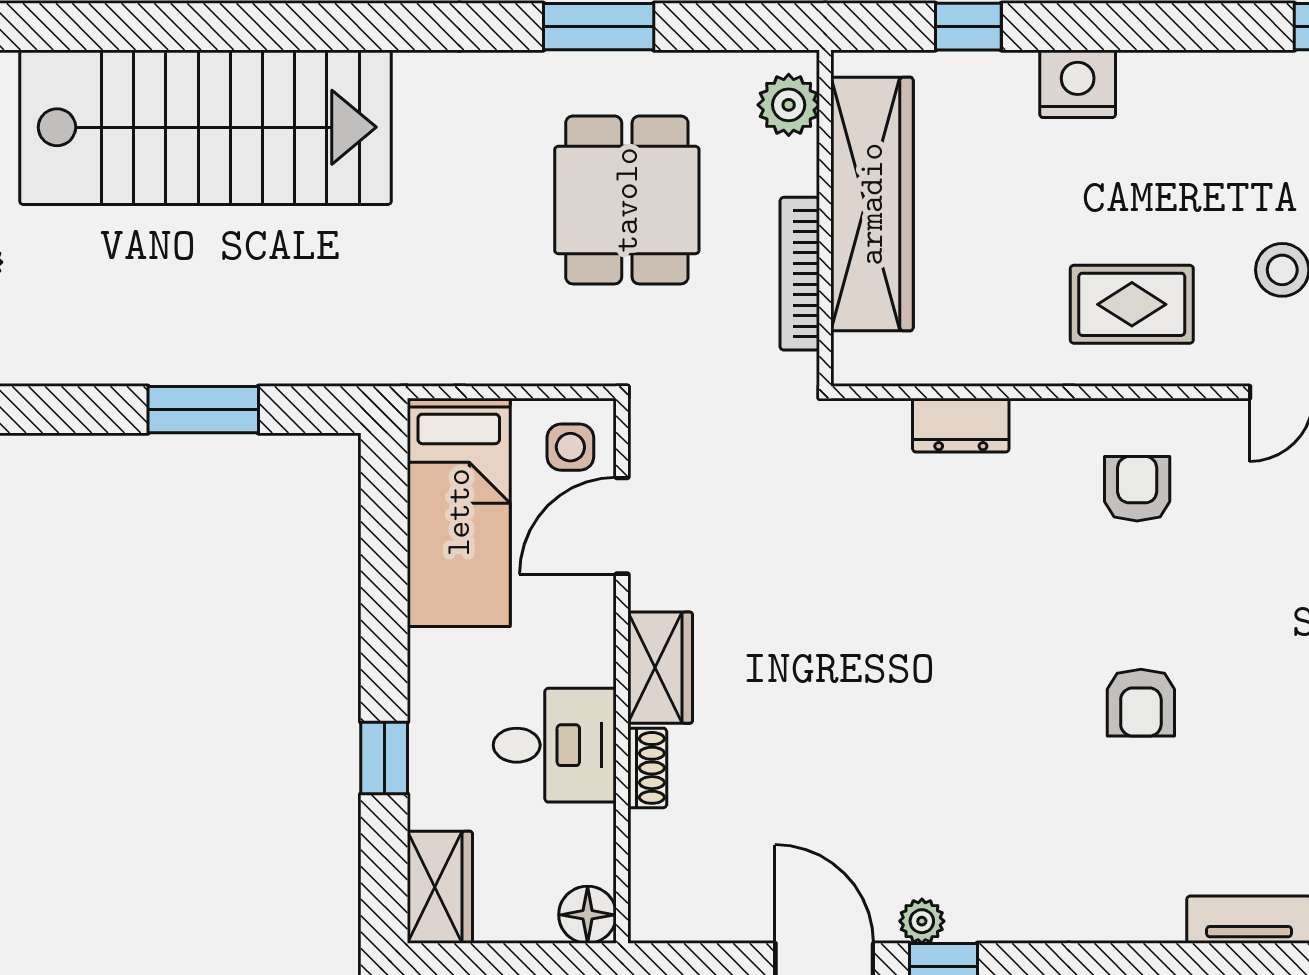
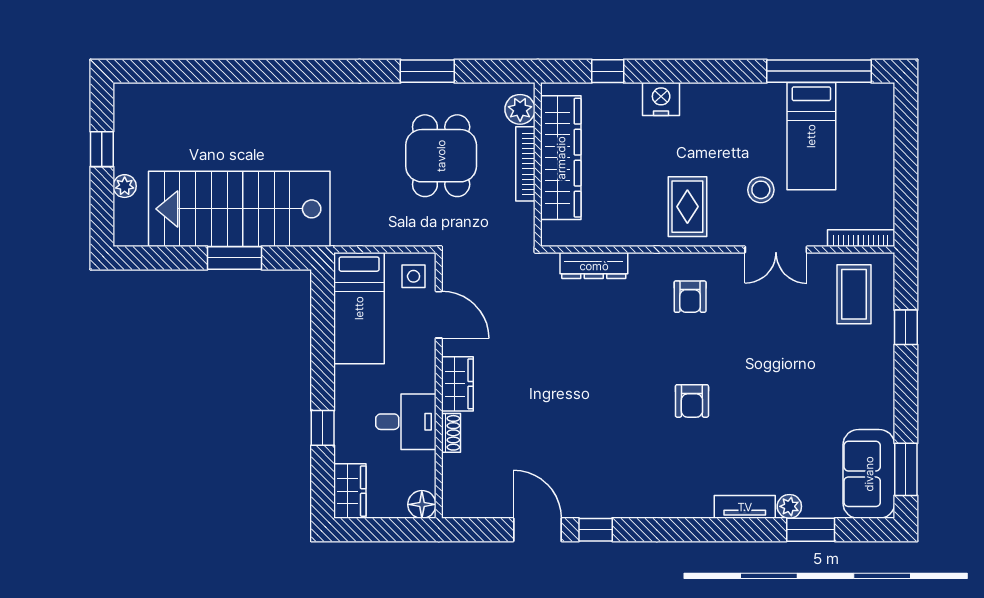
stairs: (206, 127) -> (239, 209), moved, turned 180
bookcase: (800, 274) -> (525, 164), moved
rug: (1132, 304) -> (687, 207), turned 90
dresser: (961, 425) -> (594, 266), width x1.44
armchair: (1137, 489) -> (690, 297), turned 180
door: (622, 526) -> (439, 315), swing flipped
plant: (922, 921) -> (585, 508), removed

